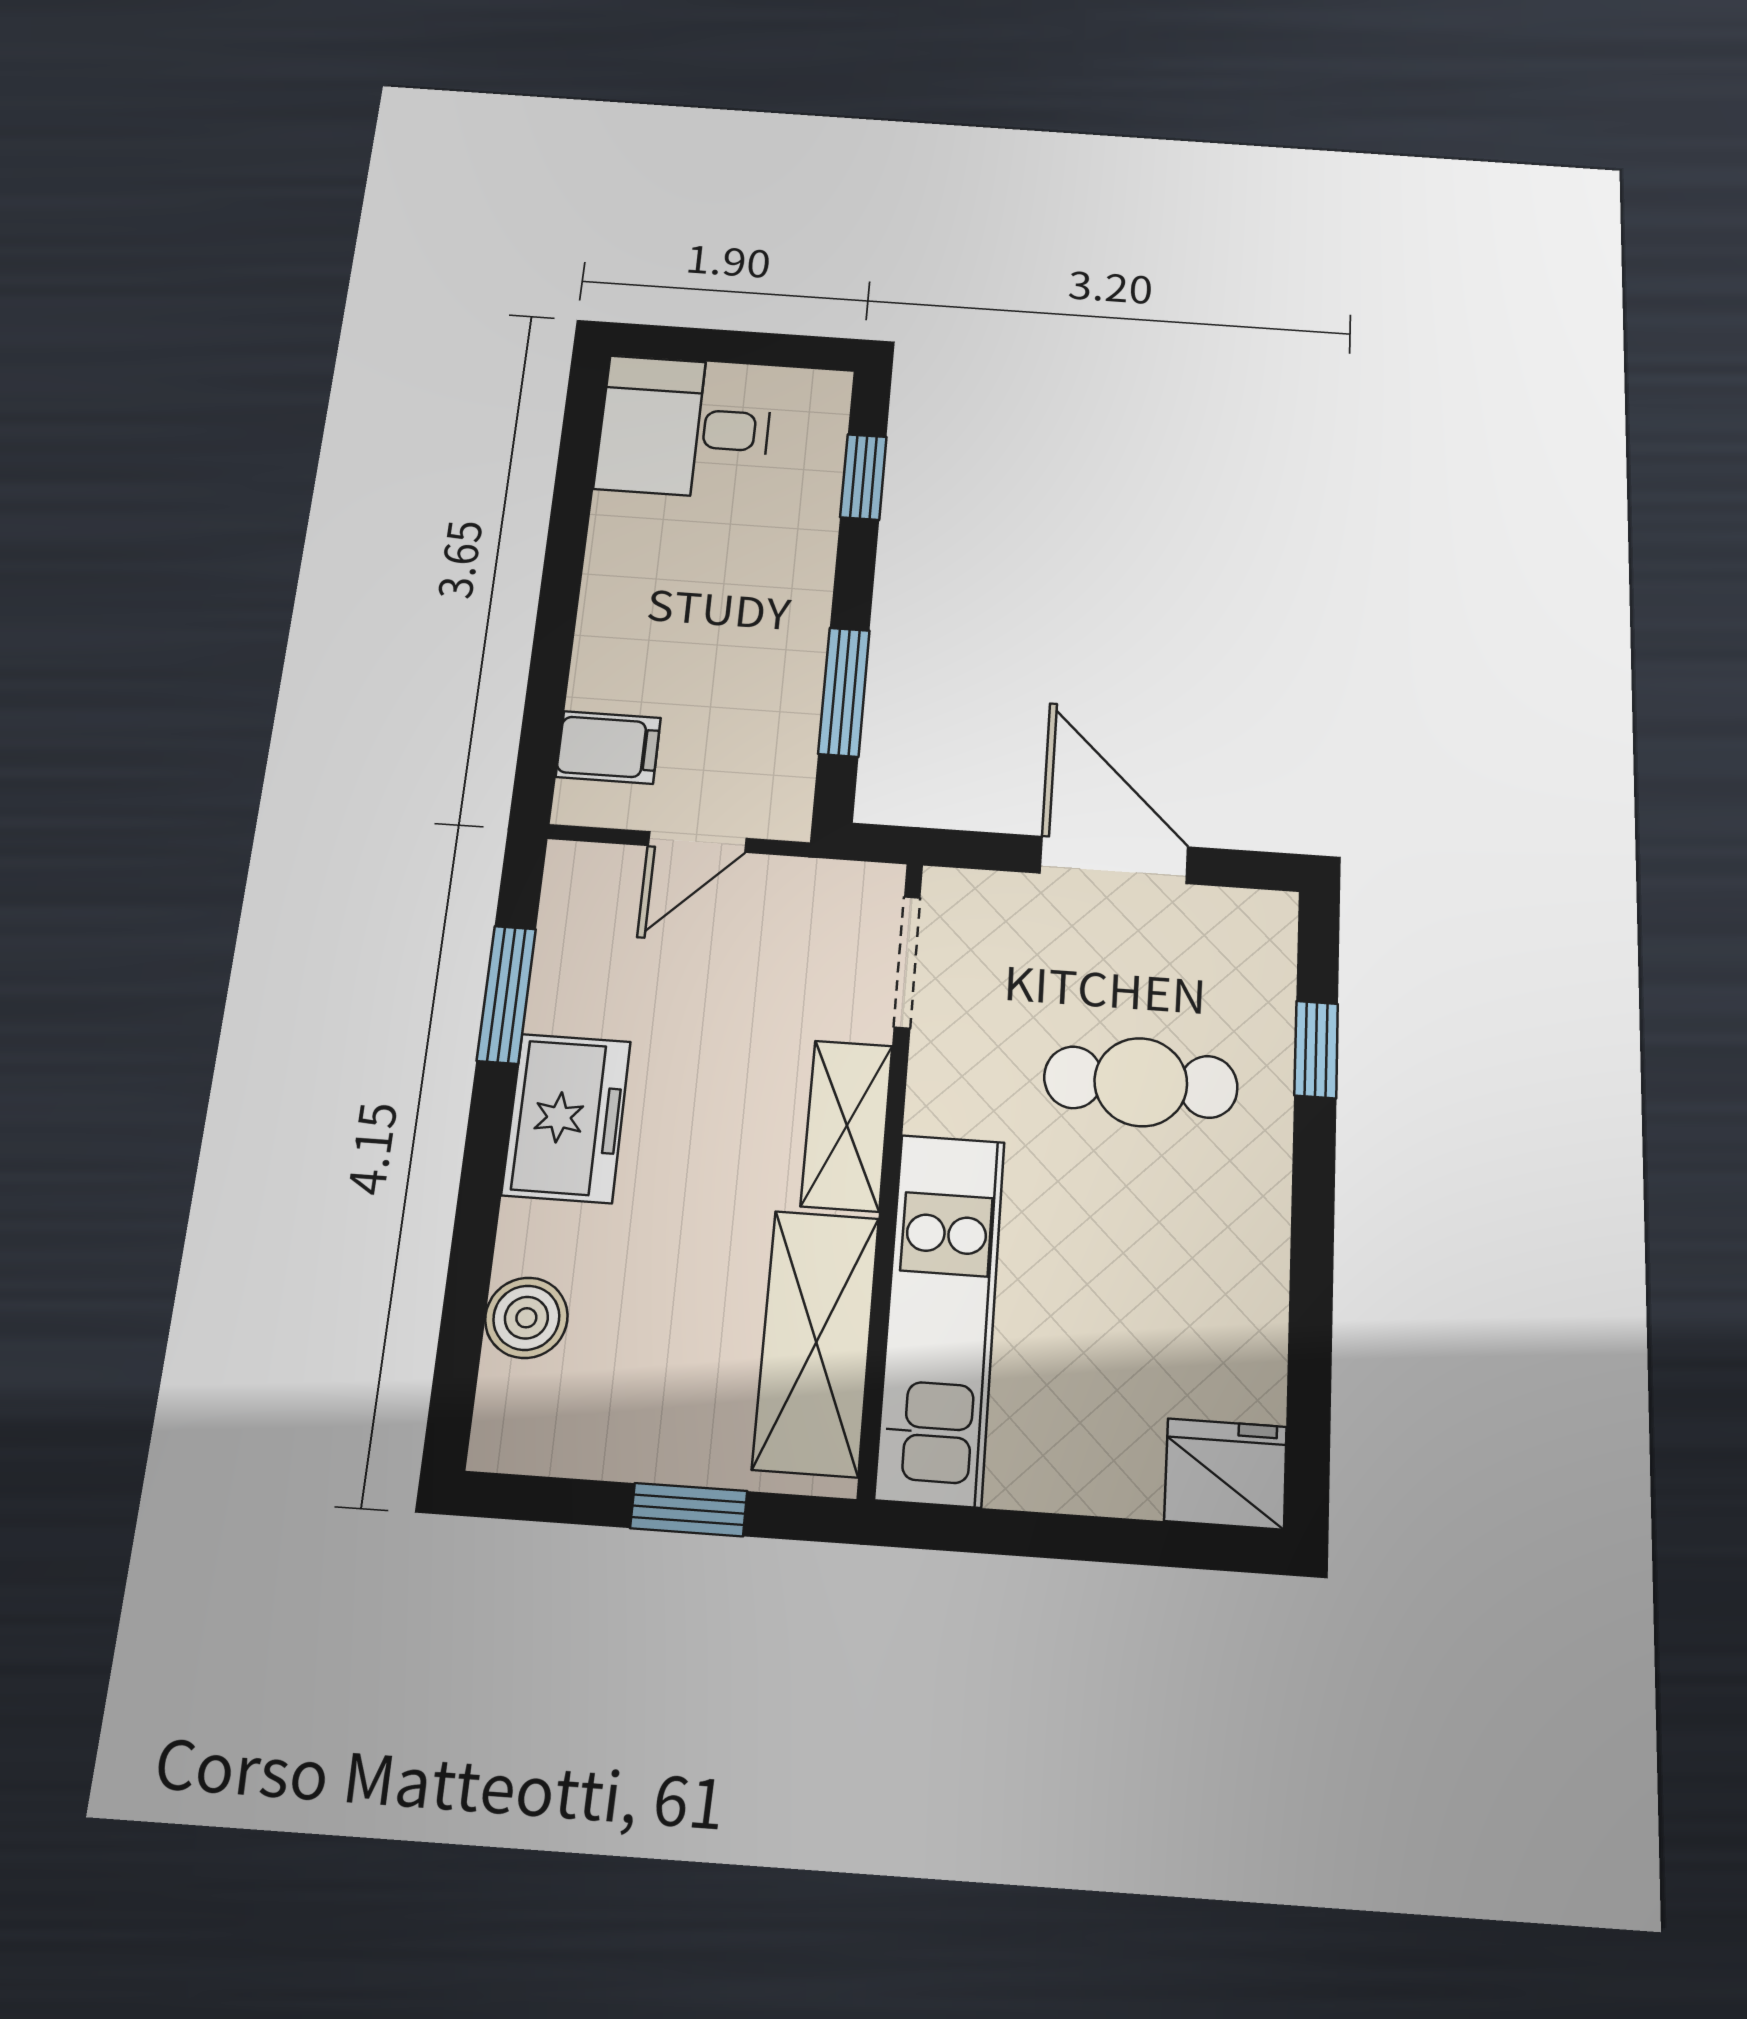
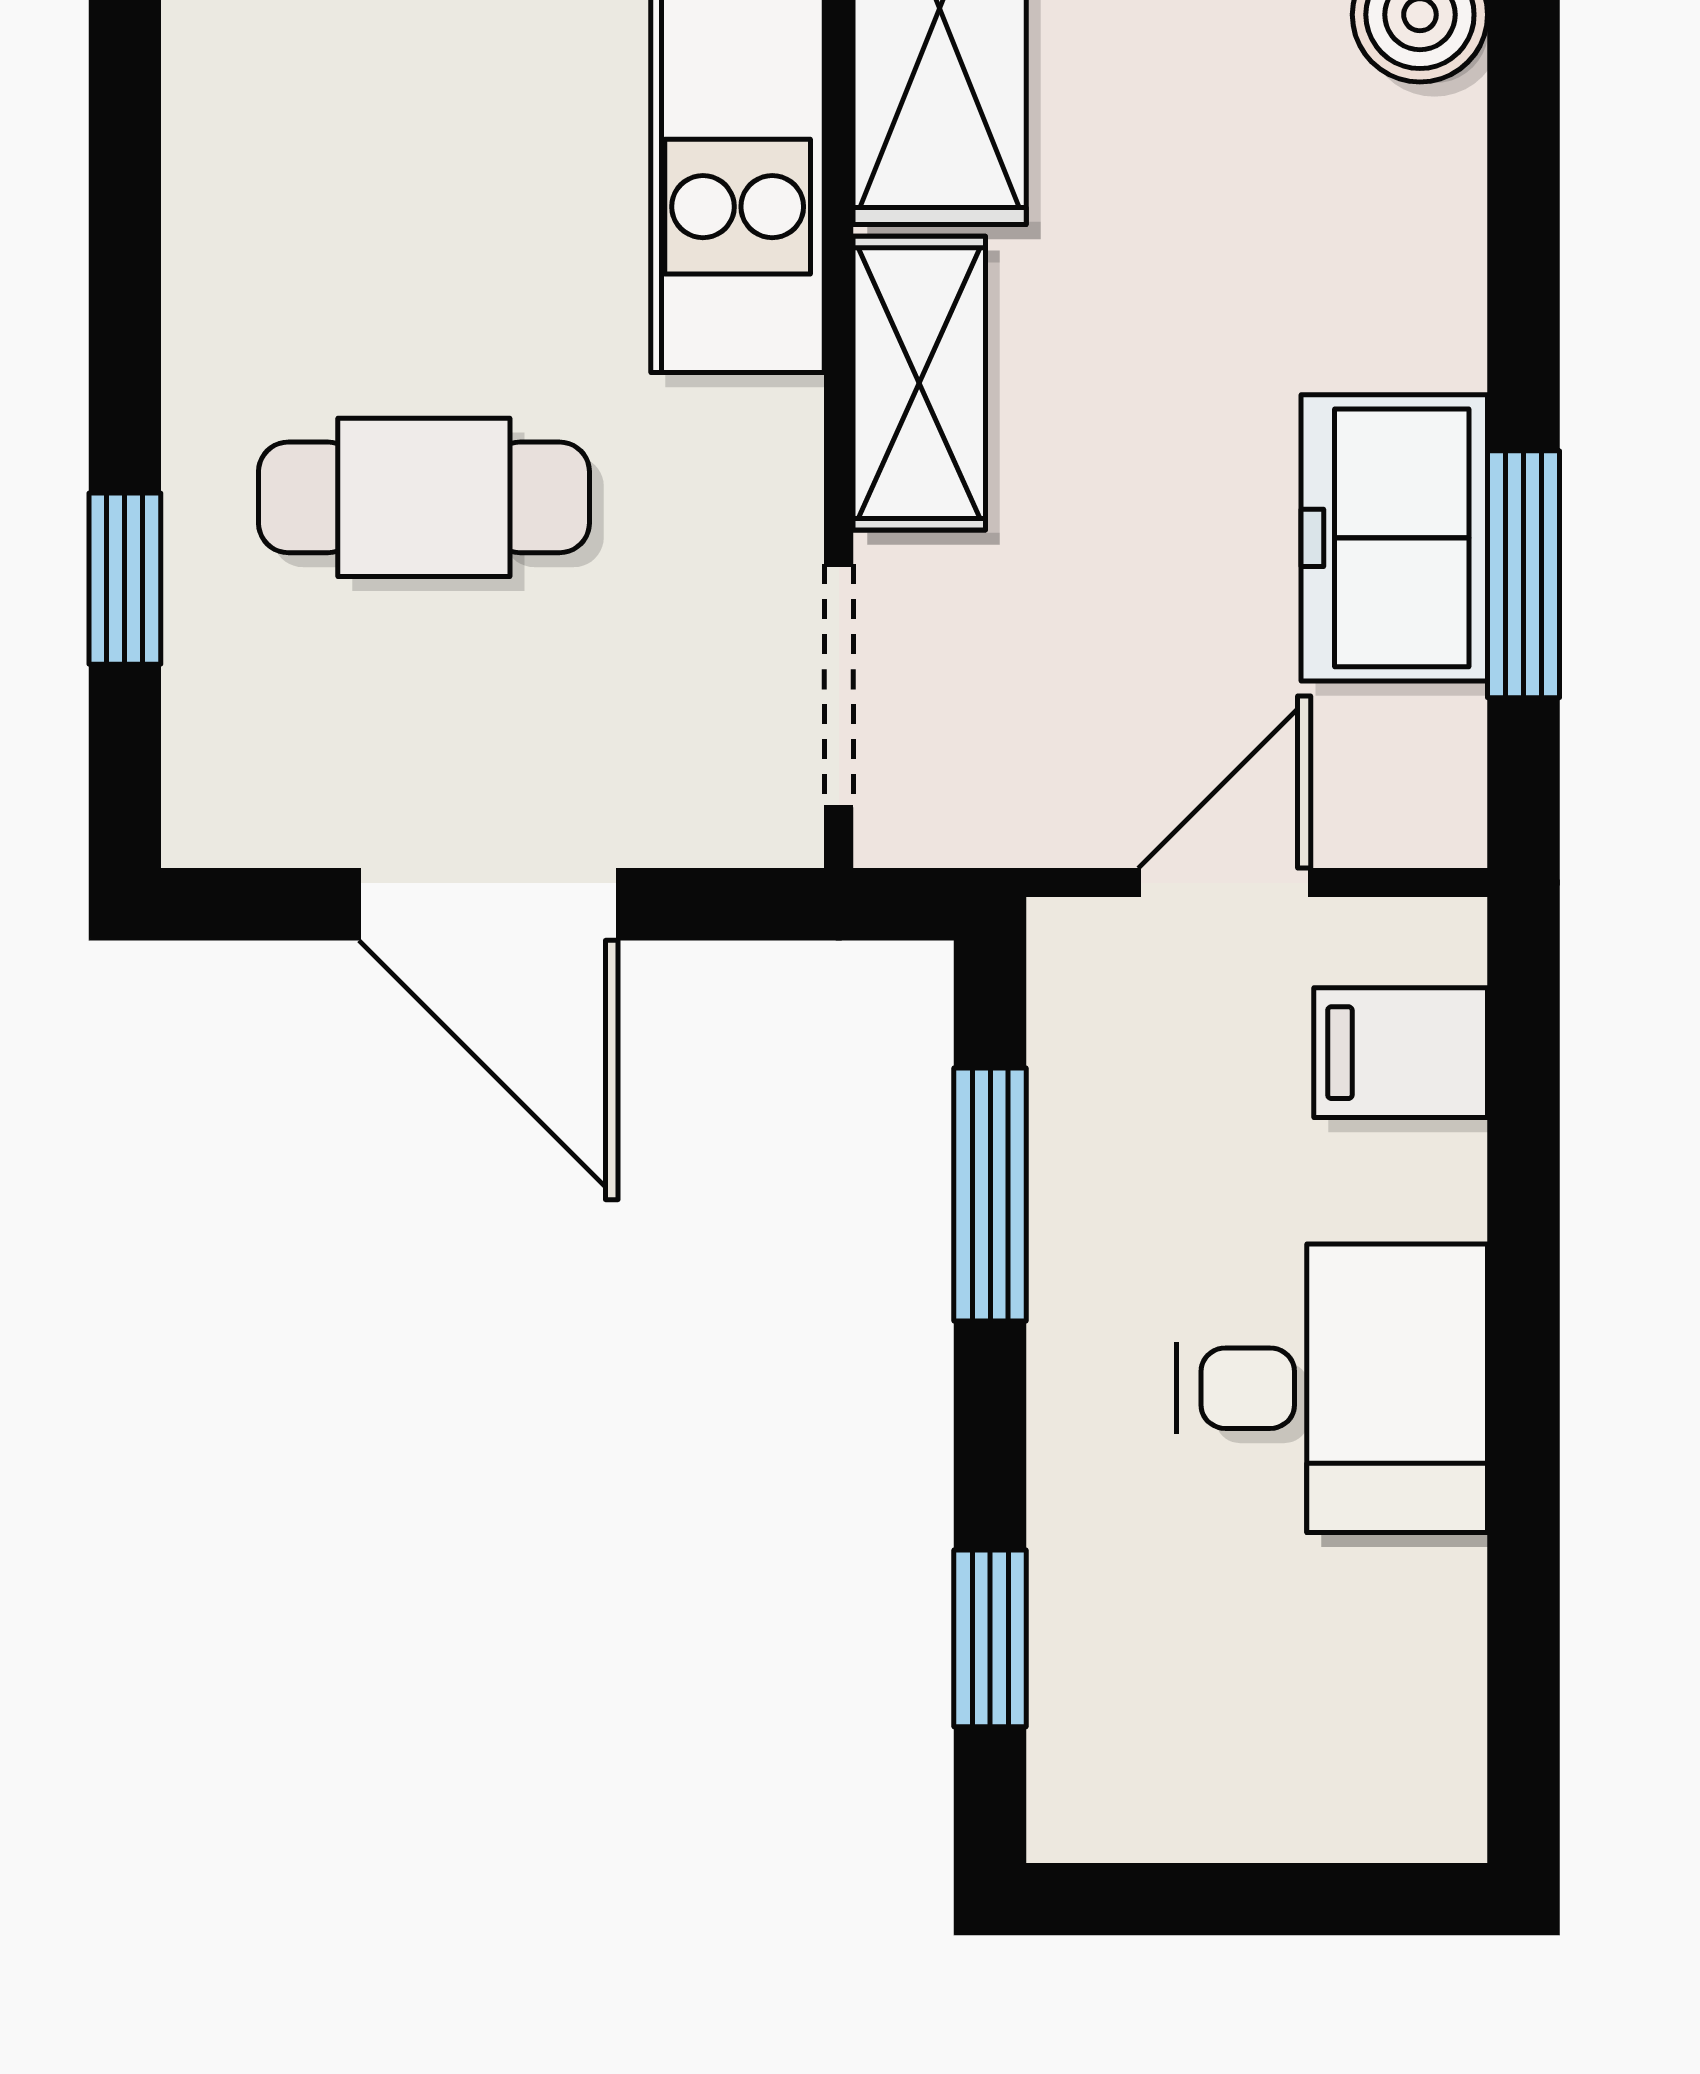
desk: (685, 427) -> (1332, 1388), moved
freezer: (567, 1118) -> (1394, 538), moved

